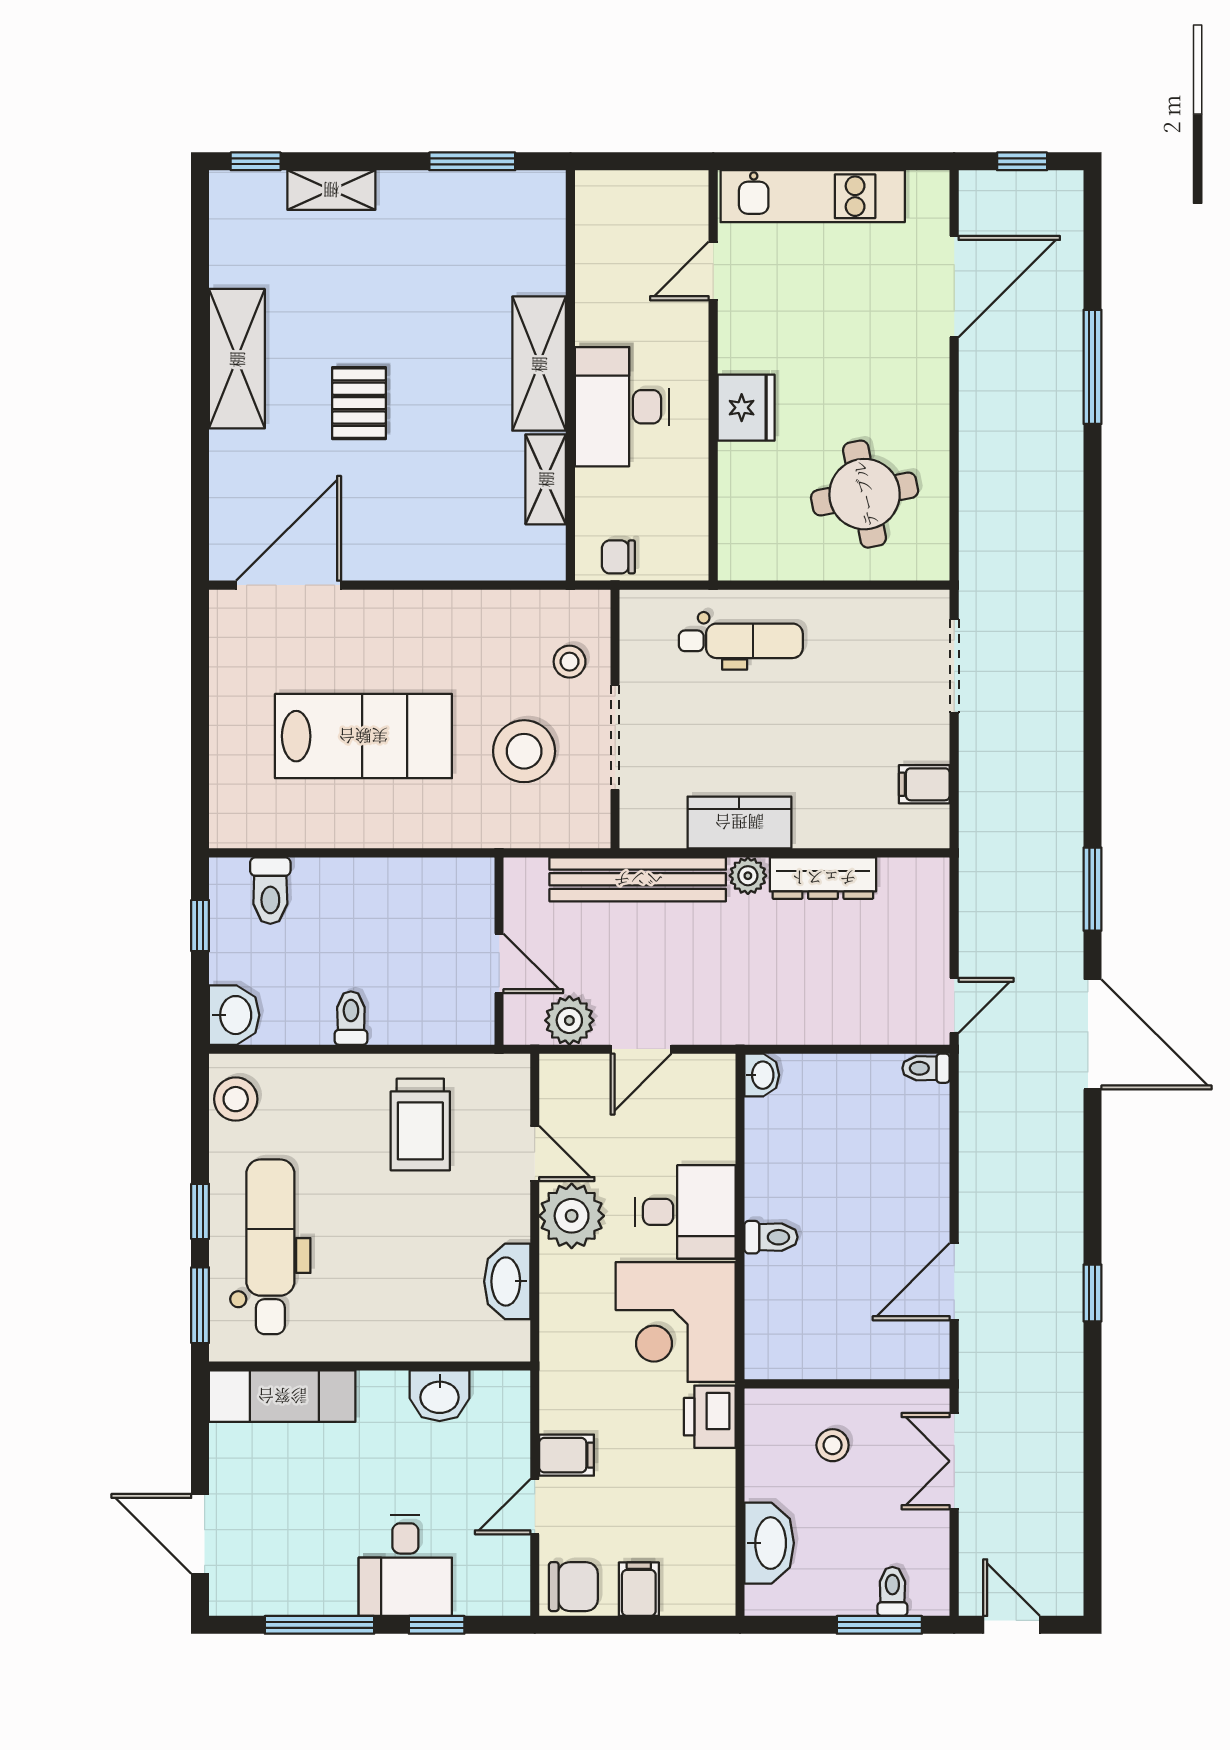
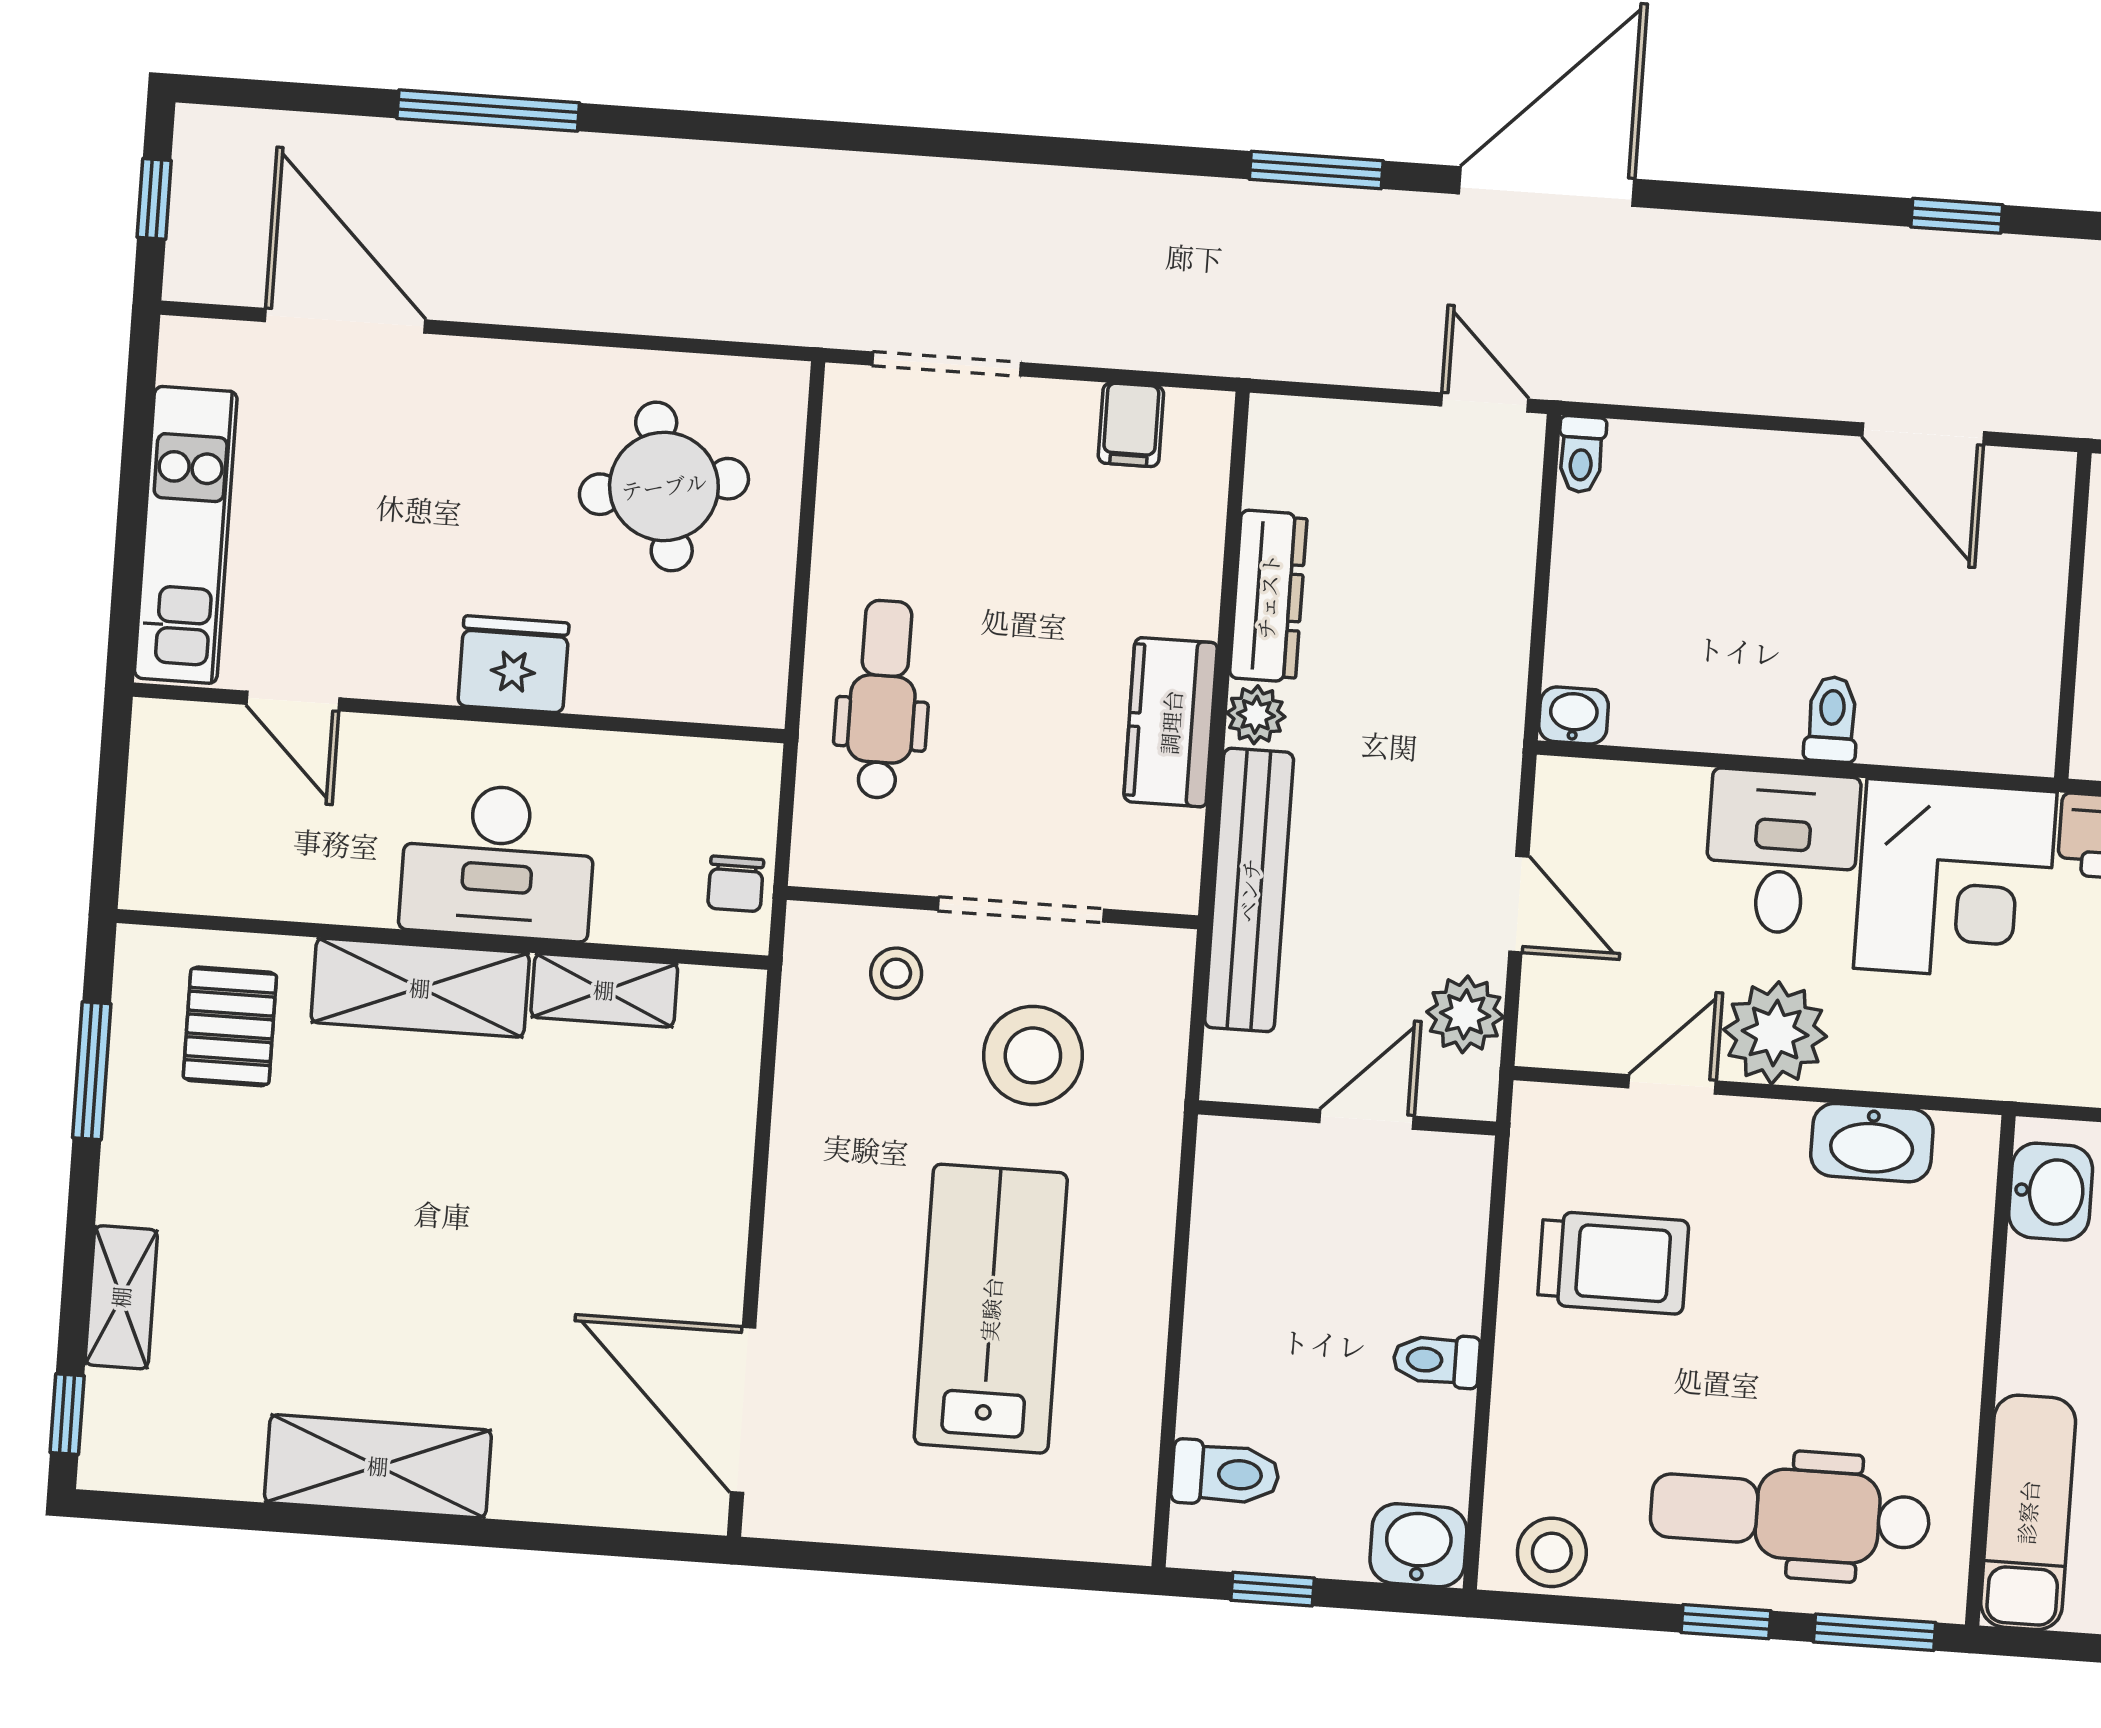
pallet: (359, 403) -> (230, 1026), moved, turned 90
washbasin: (440, 1396) -> (2051, 1192), moved

